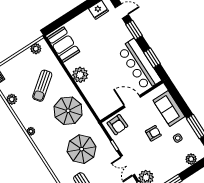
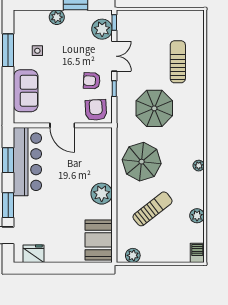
armchair: (153, 133) -> (92, 81), moved
plant: (191, 159) -> (57, 17), moved

